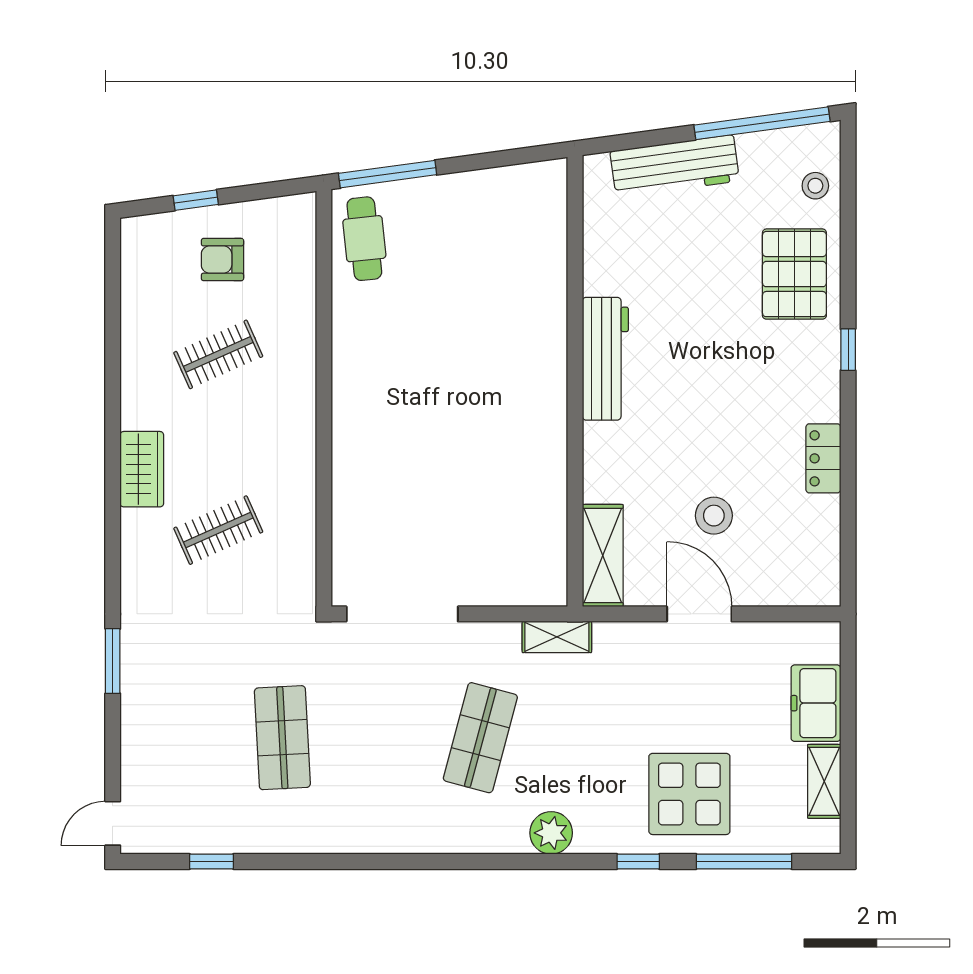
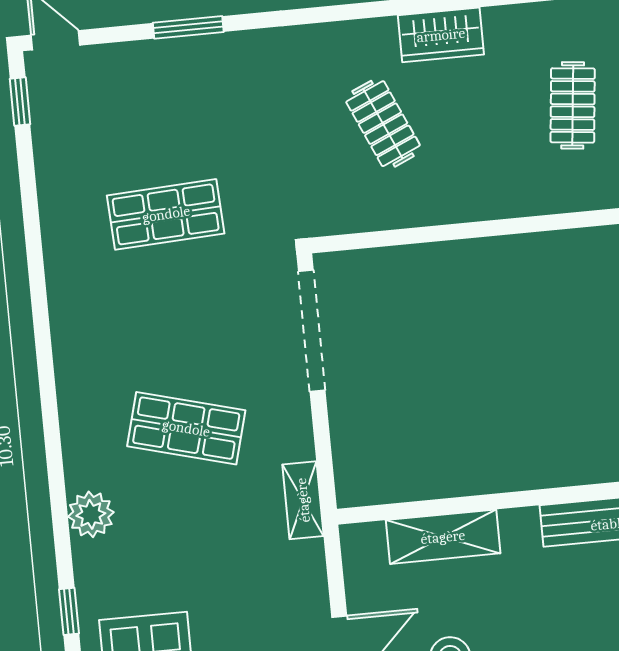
clothes rail: (218, 354) -> (573, 105), turned 30
shelving: (603, 555) -> (443, 537), moved
window: (113, 661) -> (188, 27), moved
window: (212, 861) -> (20, 102), moved

